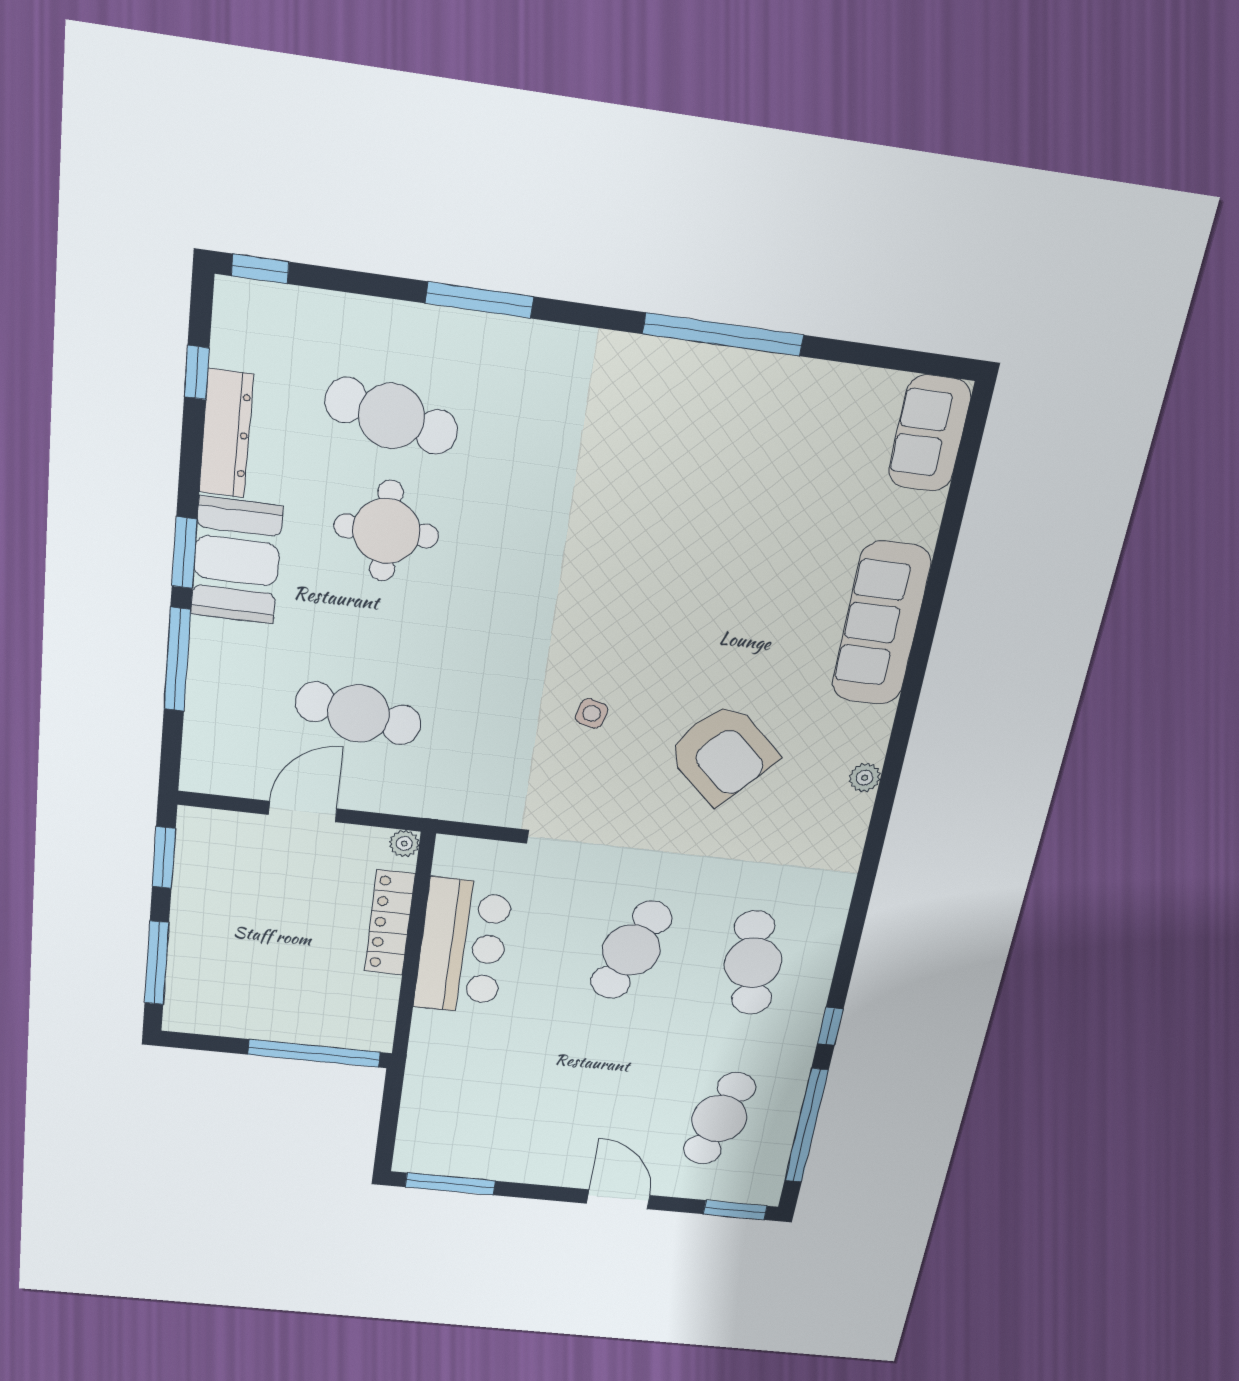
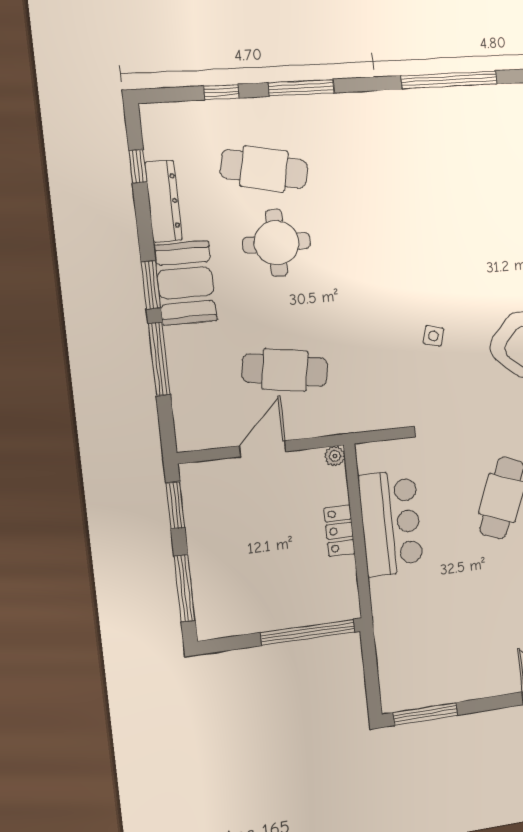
window: (260, 269) -> (221, 92), moved
locker: (390, 923) -> (339, 531), width x0.66

